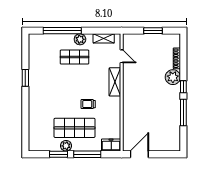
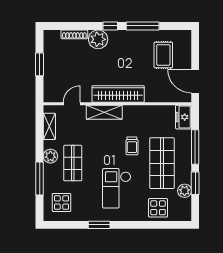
window: (62, 31) -> (40, 178), width x0.68
display table: (43, 48) -> (62, 203), added
checkout: (54, 92) -> (117, 188), added
wardrobe: (129, 93) -> (118, 94), added
display table: (39, 125) -> (158, 208), added
rug: (160, 129) -> (163, 55), added
plant: (66, 146) -> (185, 191), moved

